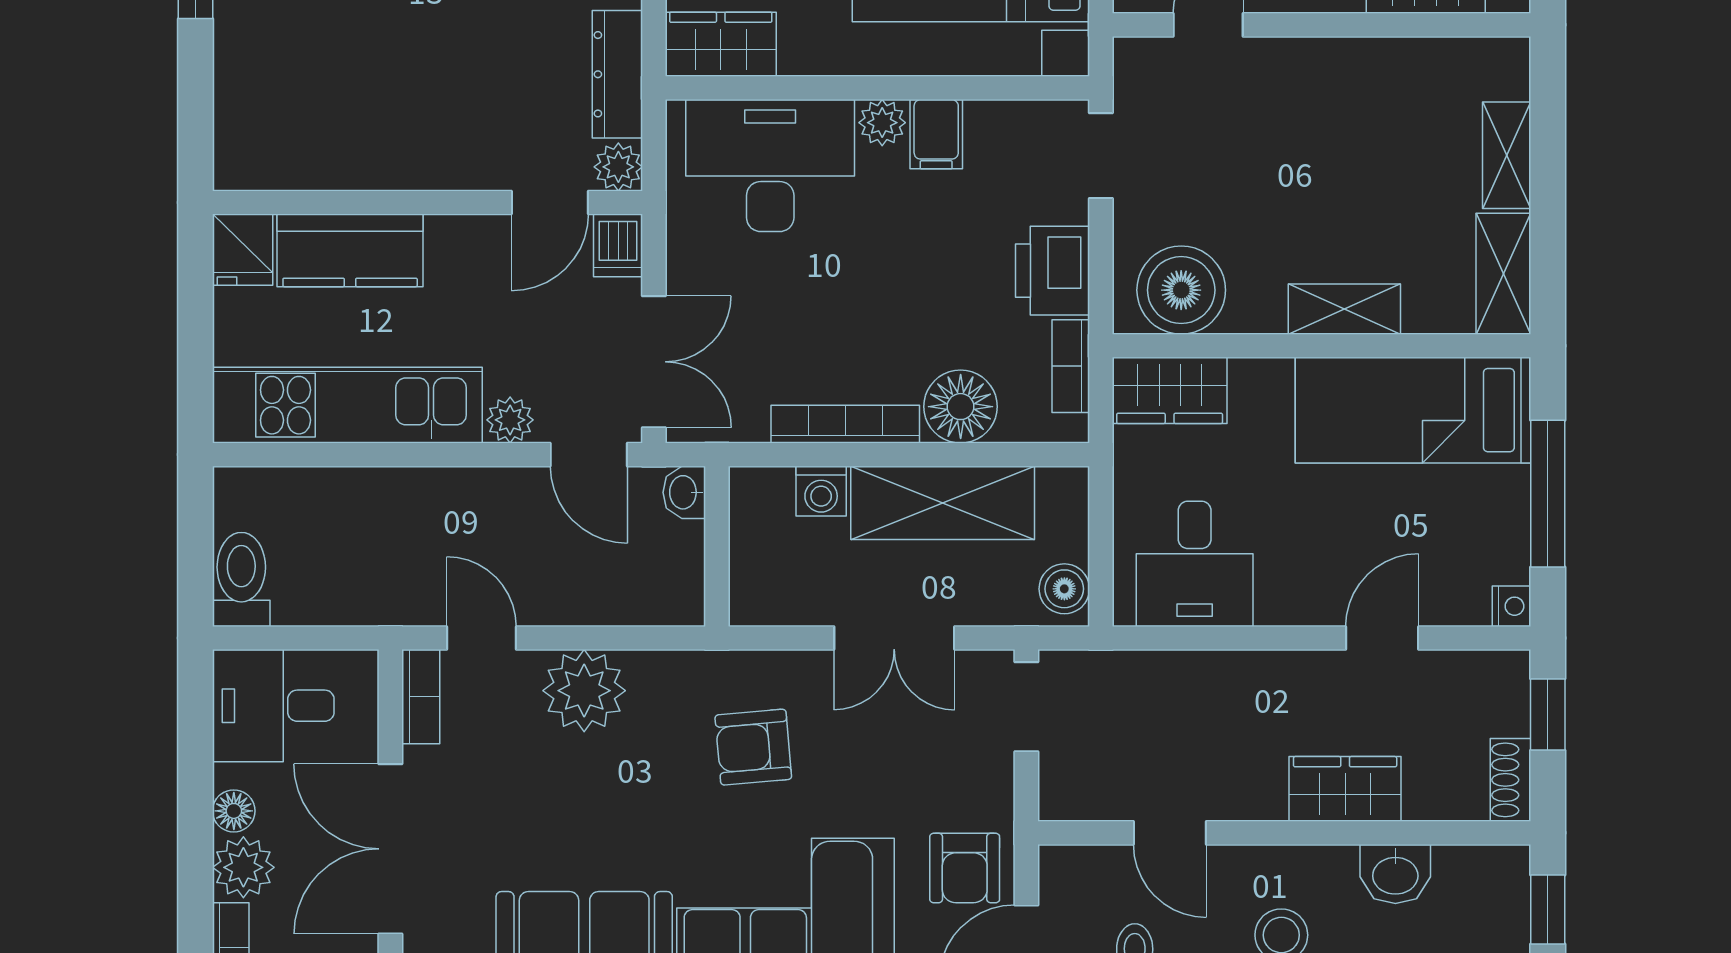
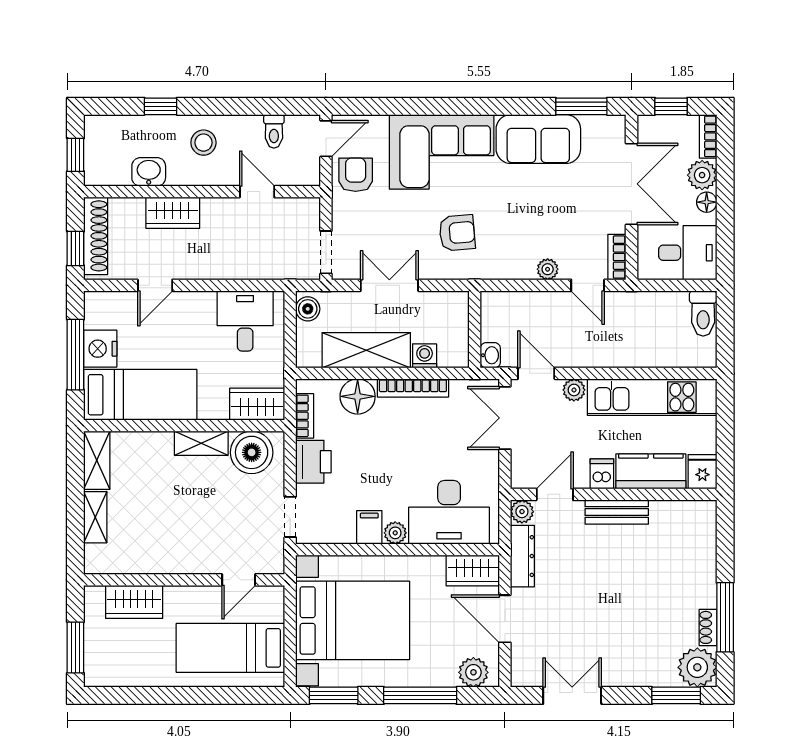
bench: (421, 166) -> (617, 512), added
dishwasher: (618, 245) -> (602, 474), moved
shelving: (1344, 309) -> (201, 443), moved
nightstand: (1511, 606) -> (100, 349), moved, width x1.89, depth x1.79
plant: (584, 691) -> (548, 269), width x0.53, depth x0.53
shoe rack: (1510, 780) -> (96, 236), width x1.94, depth x1.24

